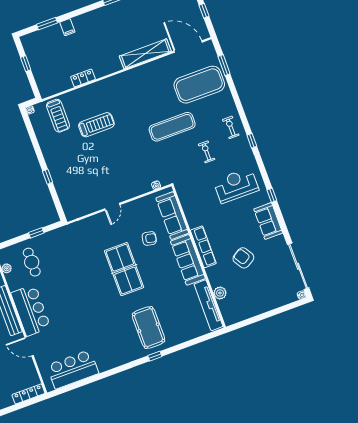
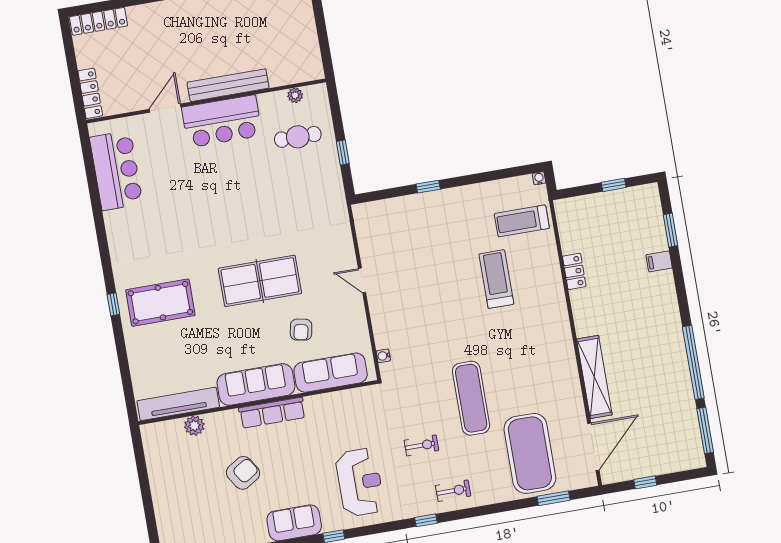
treadmill: (96, 125) -> (496, 279), turned 180

